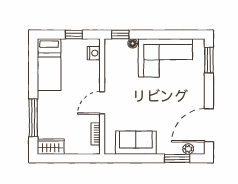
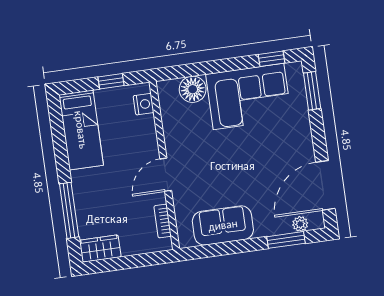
window: (120, 35) -> (271, 59), moved
floor lamp: (133, 43) -> (193, 89), width x1.89, depth x1.89

